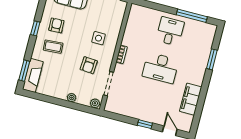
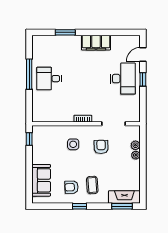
window: (192, 16) -> (29, 74), moved
armchair: (89, 65) -> (101, 147), turned -95
desk: (160, 68) -> (123, 79), moved
filing cabinet: (191, 99) -> (96, 43), moved
plant: (95, 103) -> (135, 145), moved

